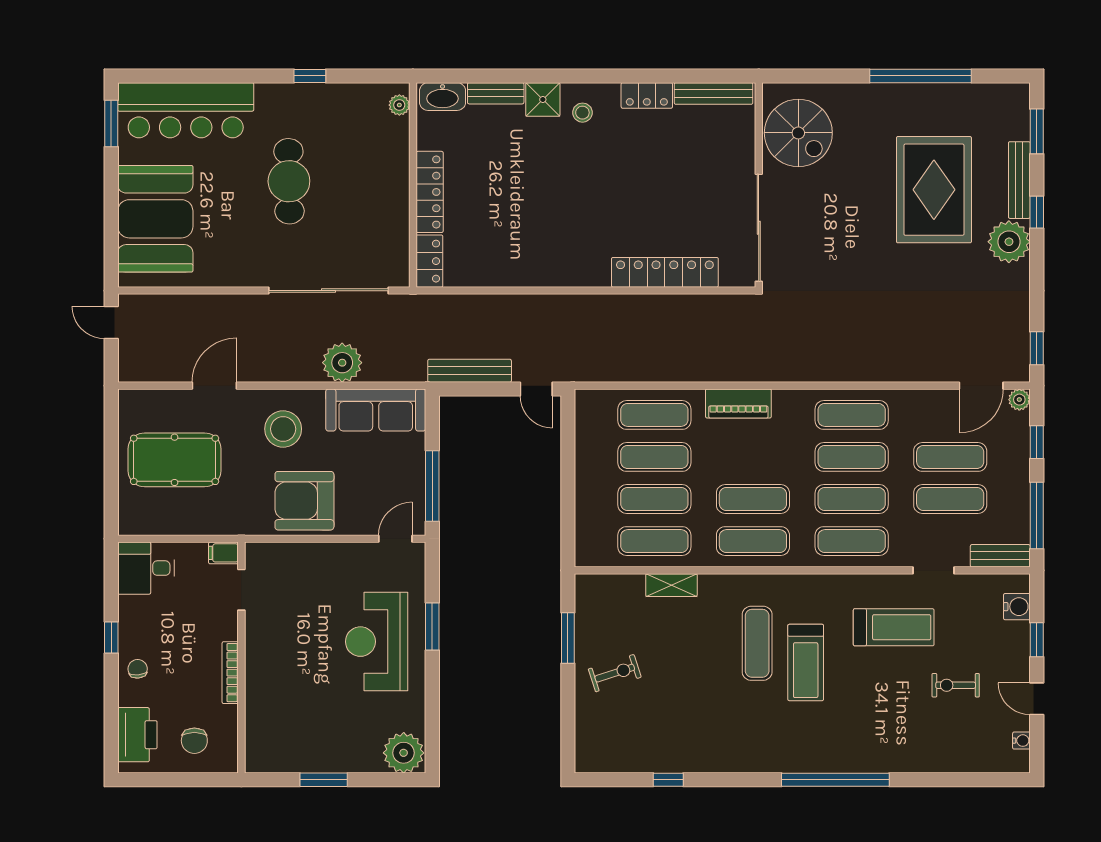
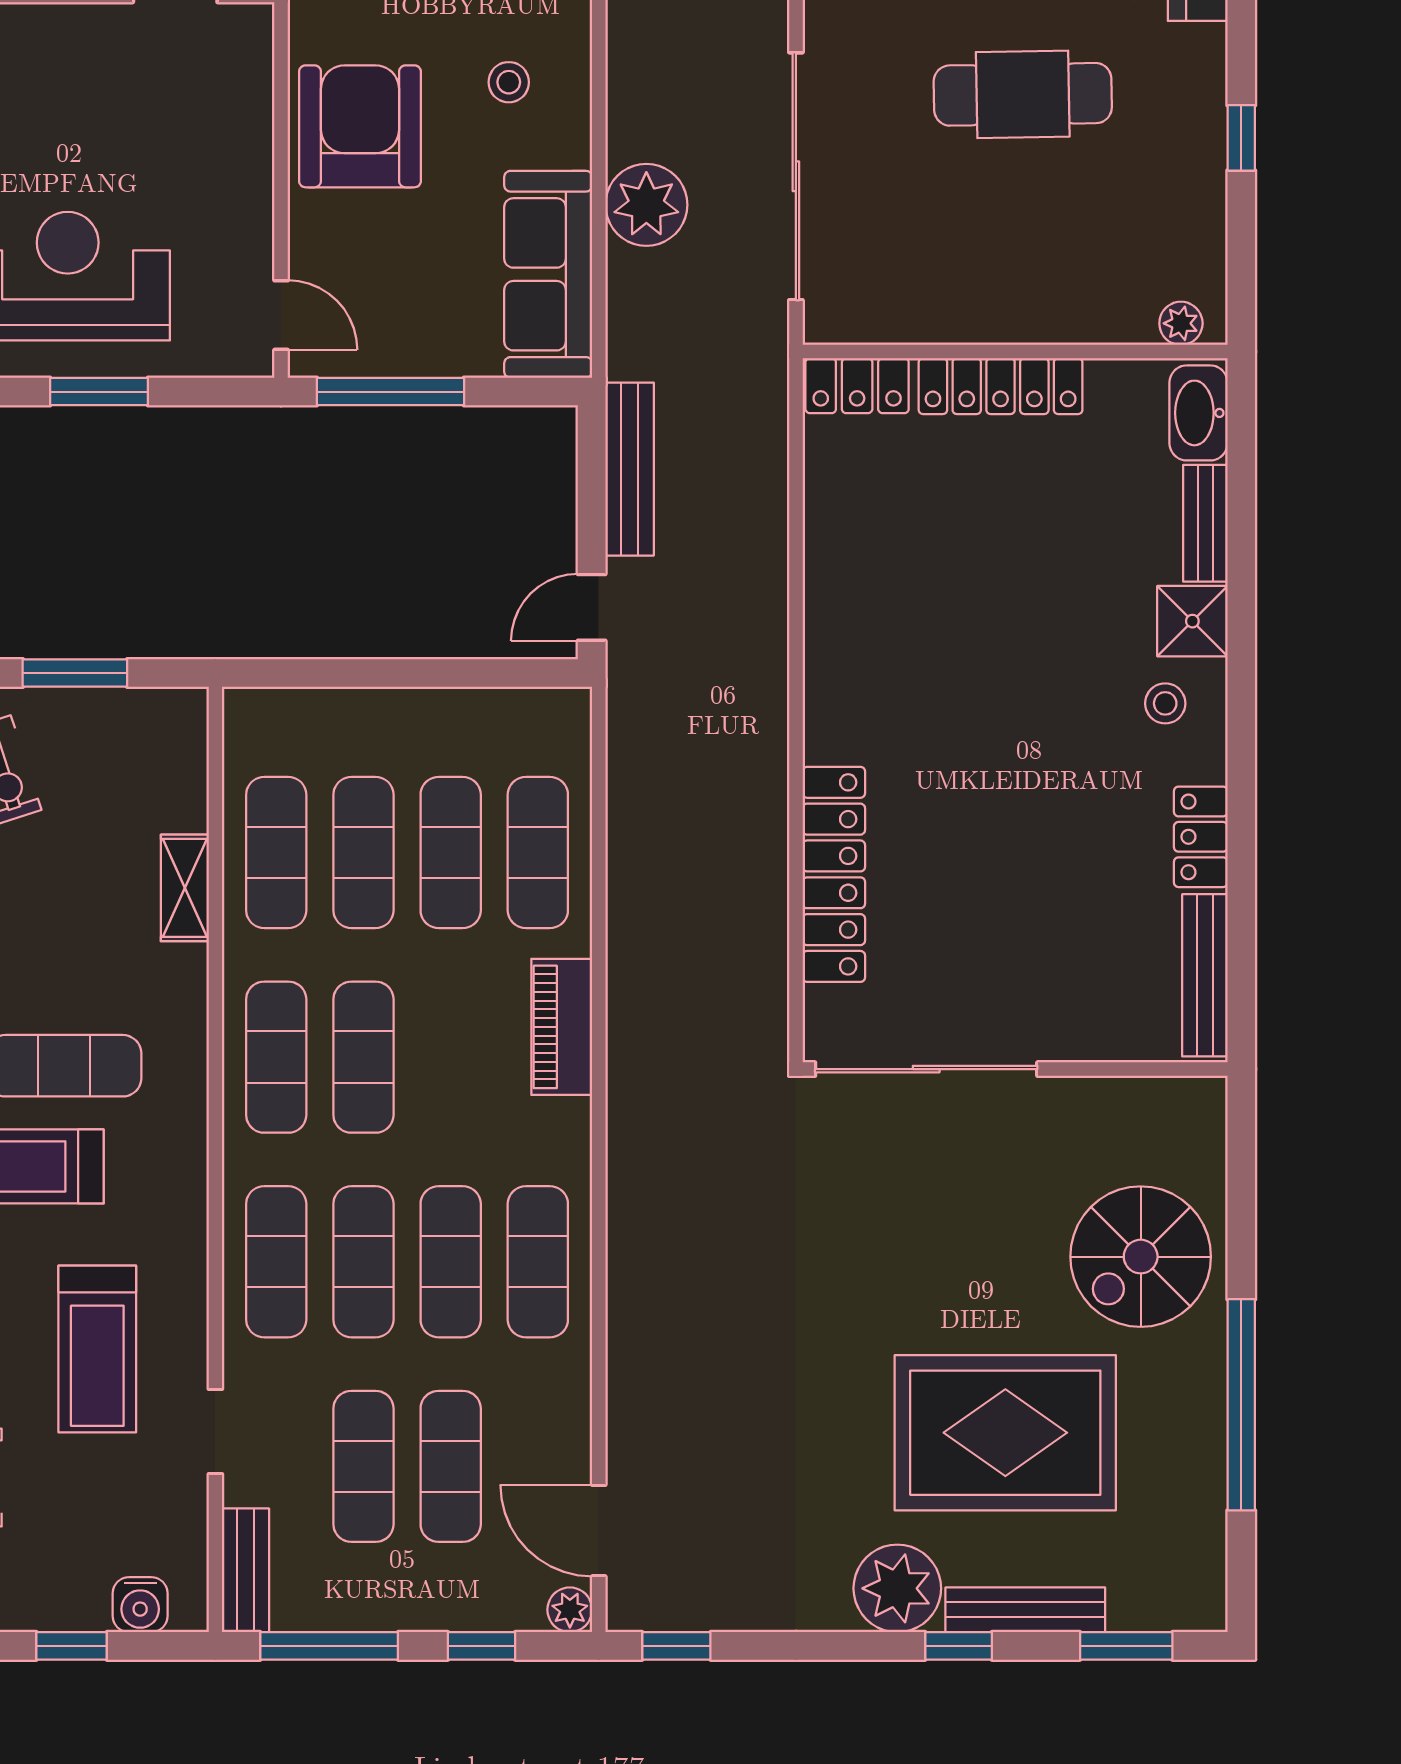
spiral stairs: (798, 133) -> (1141, 1257), moved
stool: (283, 429) -> (509, 82), width x0.53, depth x0.53

